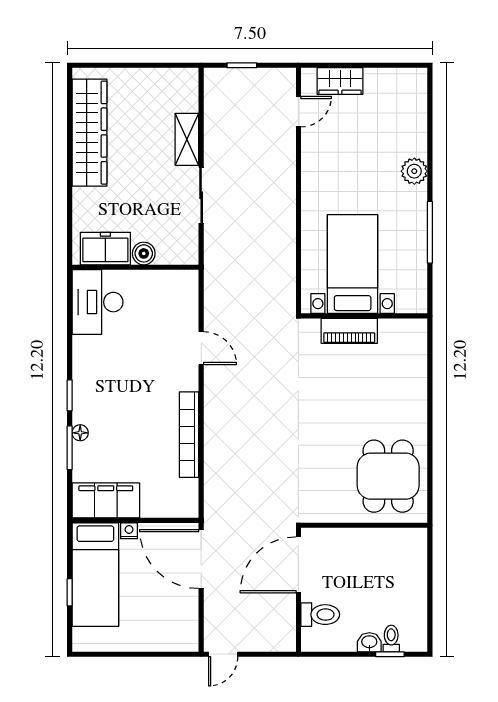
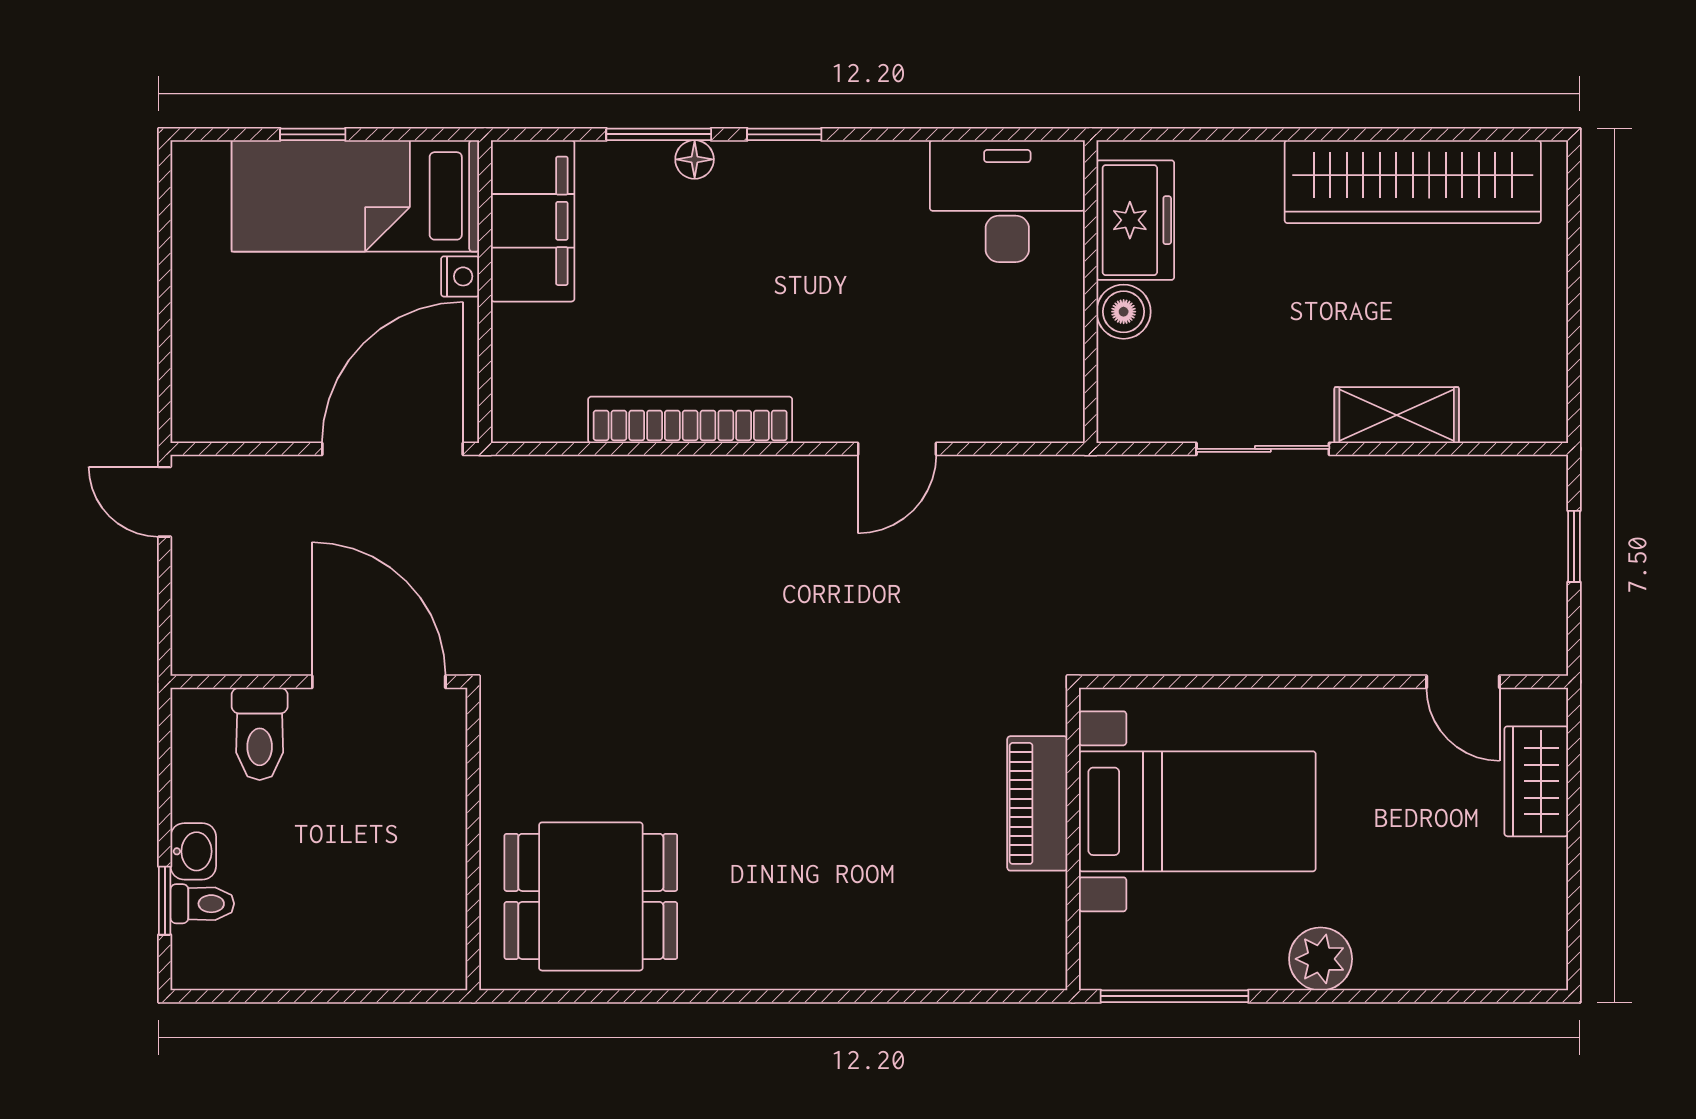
bed with nightstands: (353, 264) -> (1197, 811), moved
wall: (364, 316) -> (1073, 839), moved
piano: (349, 331) -> (1037, 803), moved

